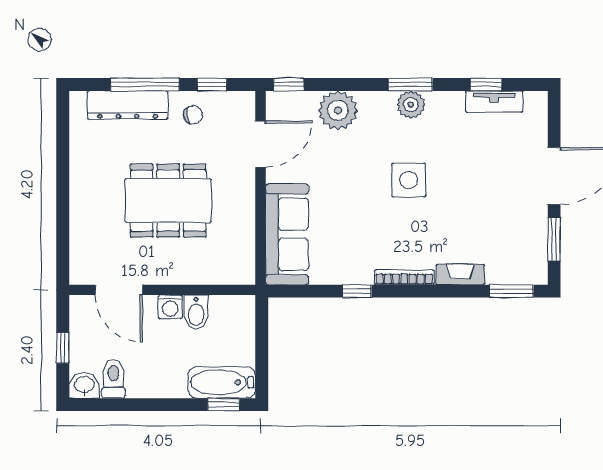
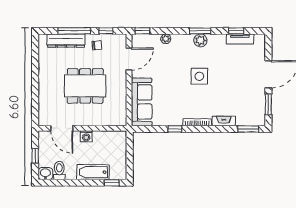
plant: (338, 110) -> (166, 39), width x0.53, depth x0.53
bidet: (196, 312) -> (98, 139), removed
bathtub: (222, 382) -> (93, 172), moved

